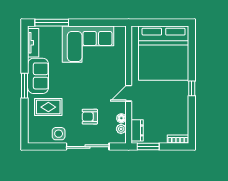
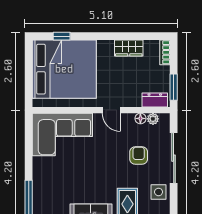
corner sofa: (88, 44) -> (62, 134), moved, turned 90
window: (192, 88) -> (62, 36), moved
wardrobe: (182, 108) -> (129, 48), added
armchair: (90, 117) -> (139, 155), turned 180

